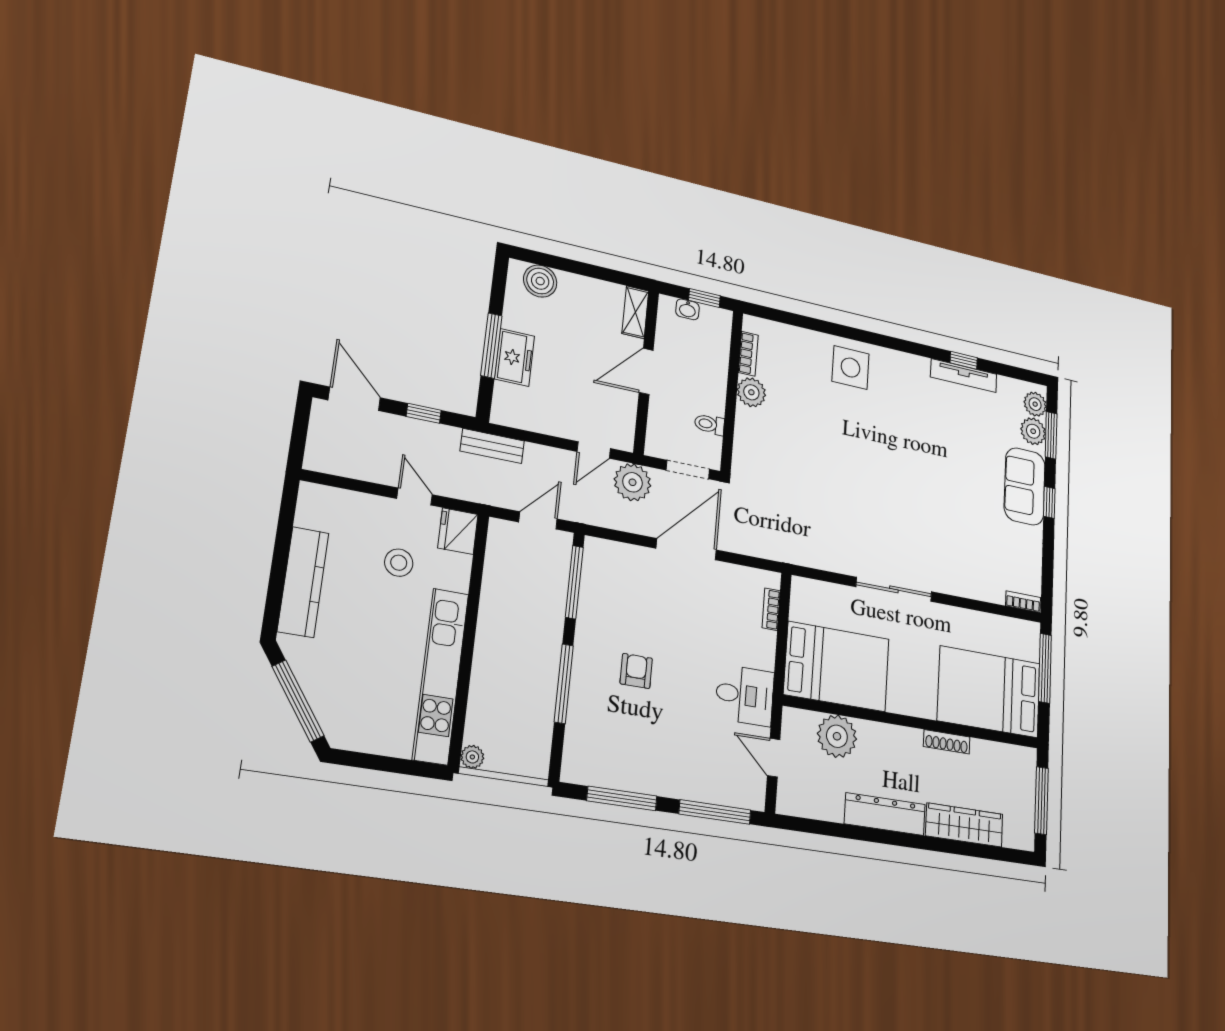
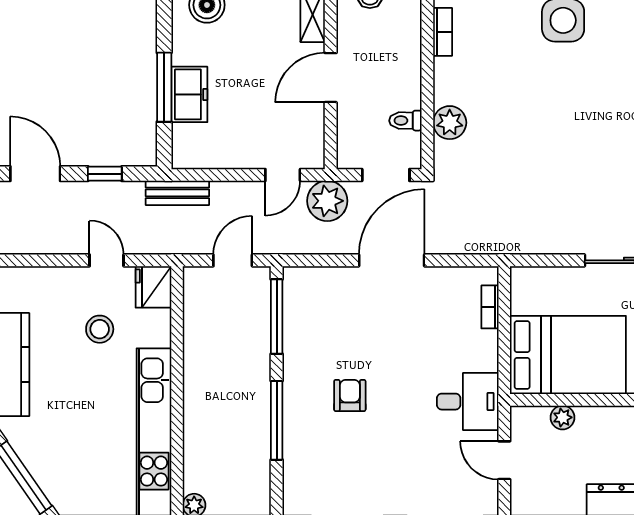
plant: (751, 392) -> (450, 123), moved
plant: (837, 736) -> (563, 417), width x0.53, depth x0.53

